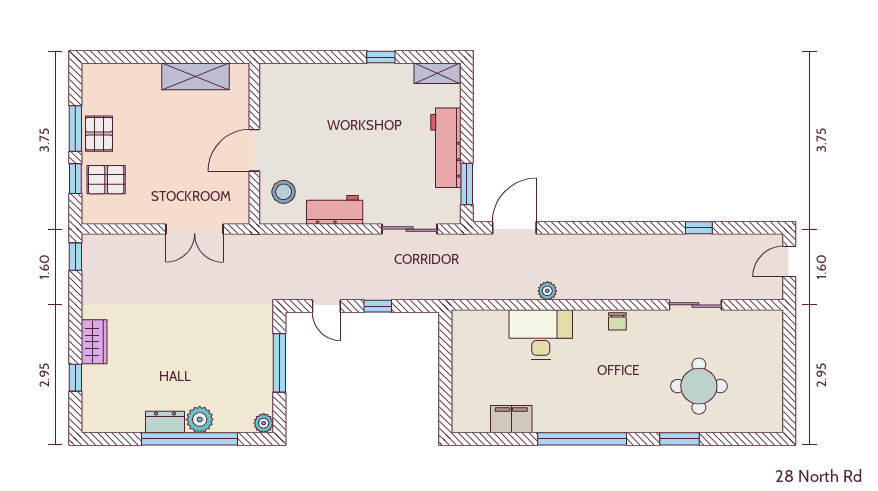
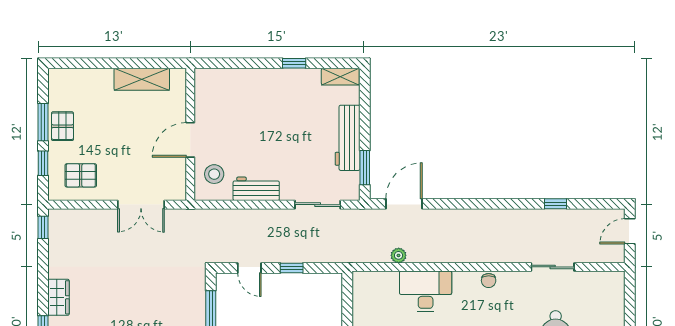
pallet: (106, 180) -> (81, 175), moved
plant: (547, 291) -> (399, 255), moved

